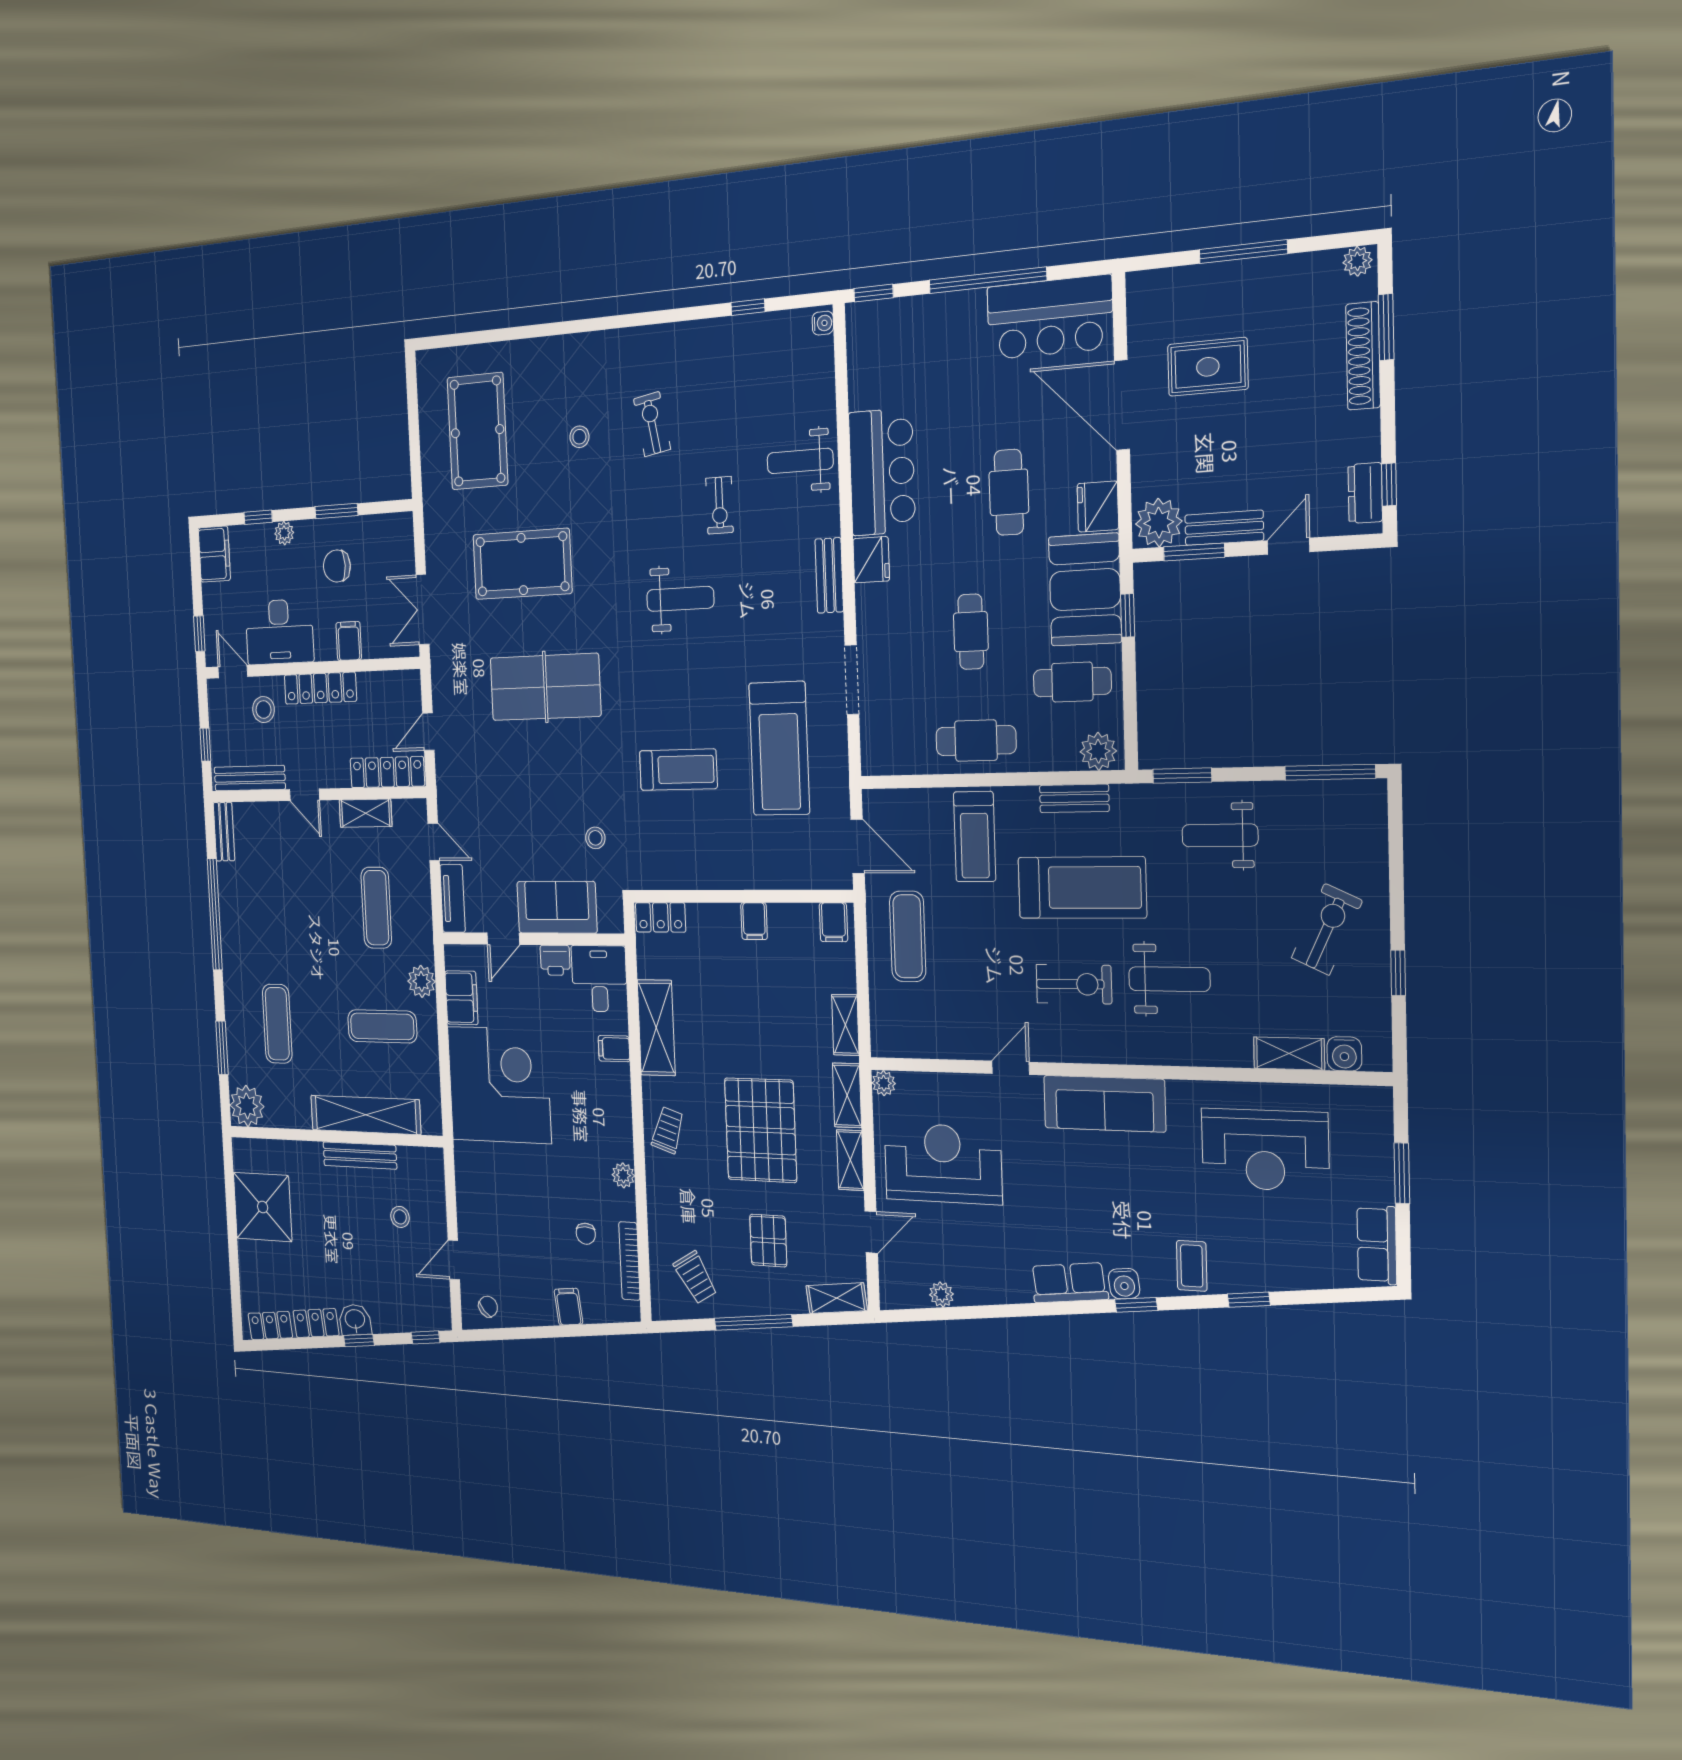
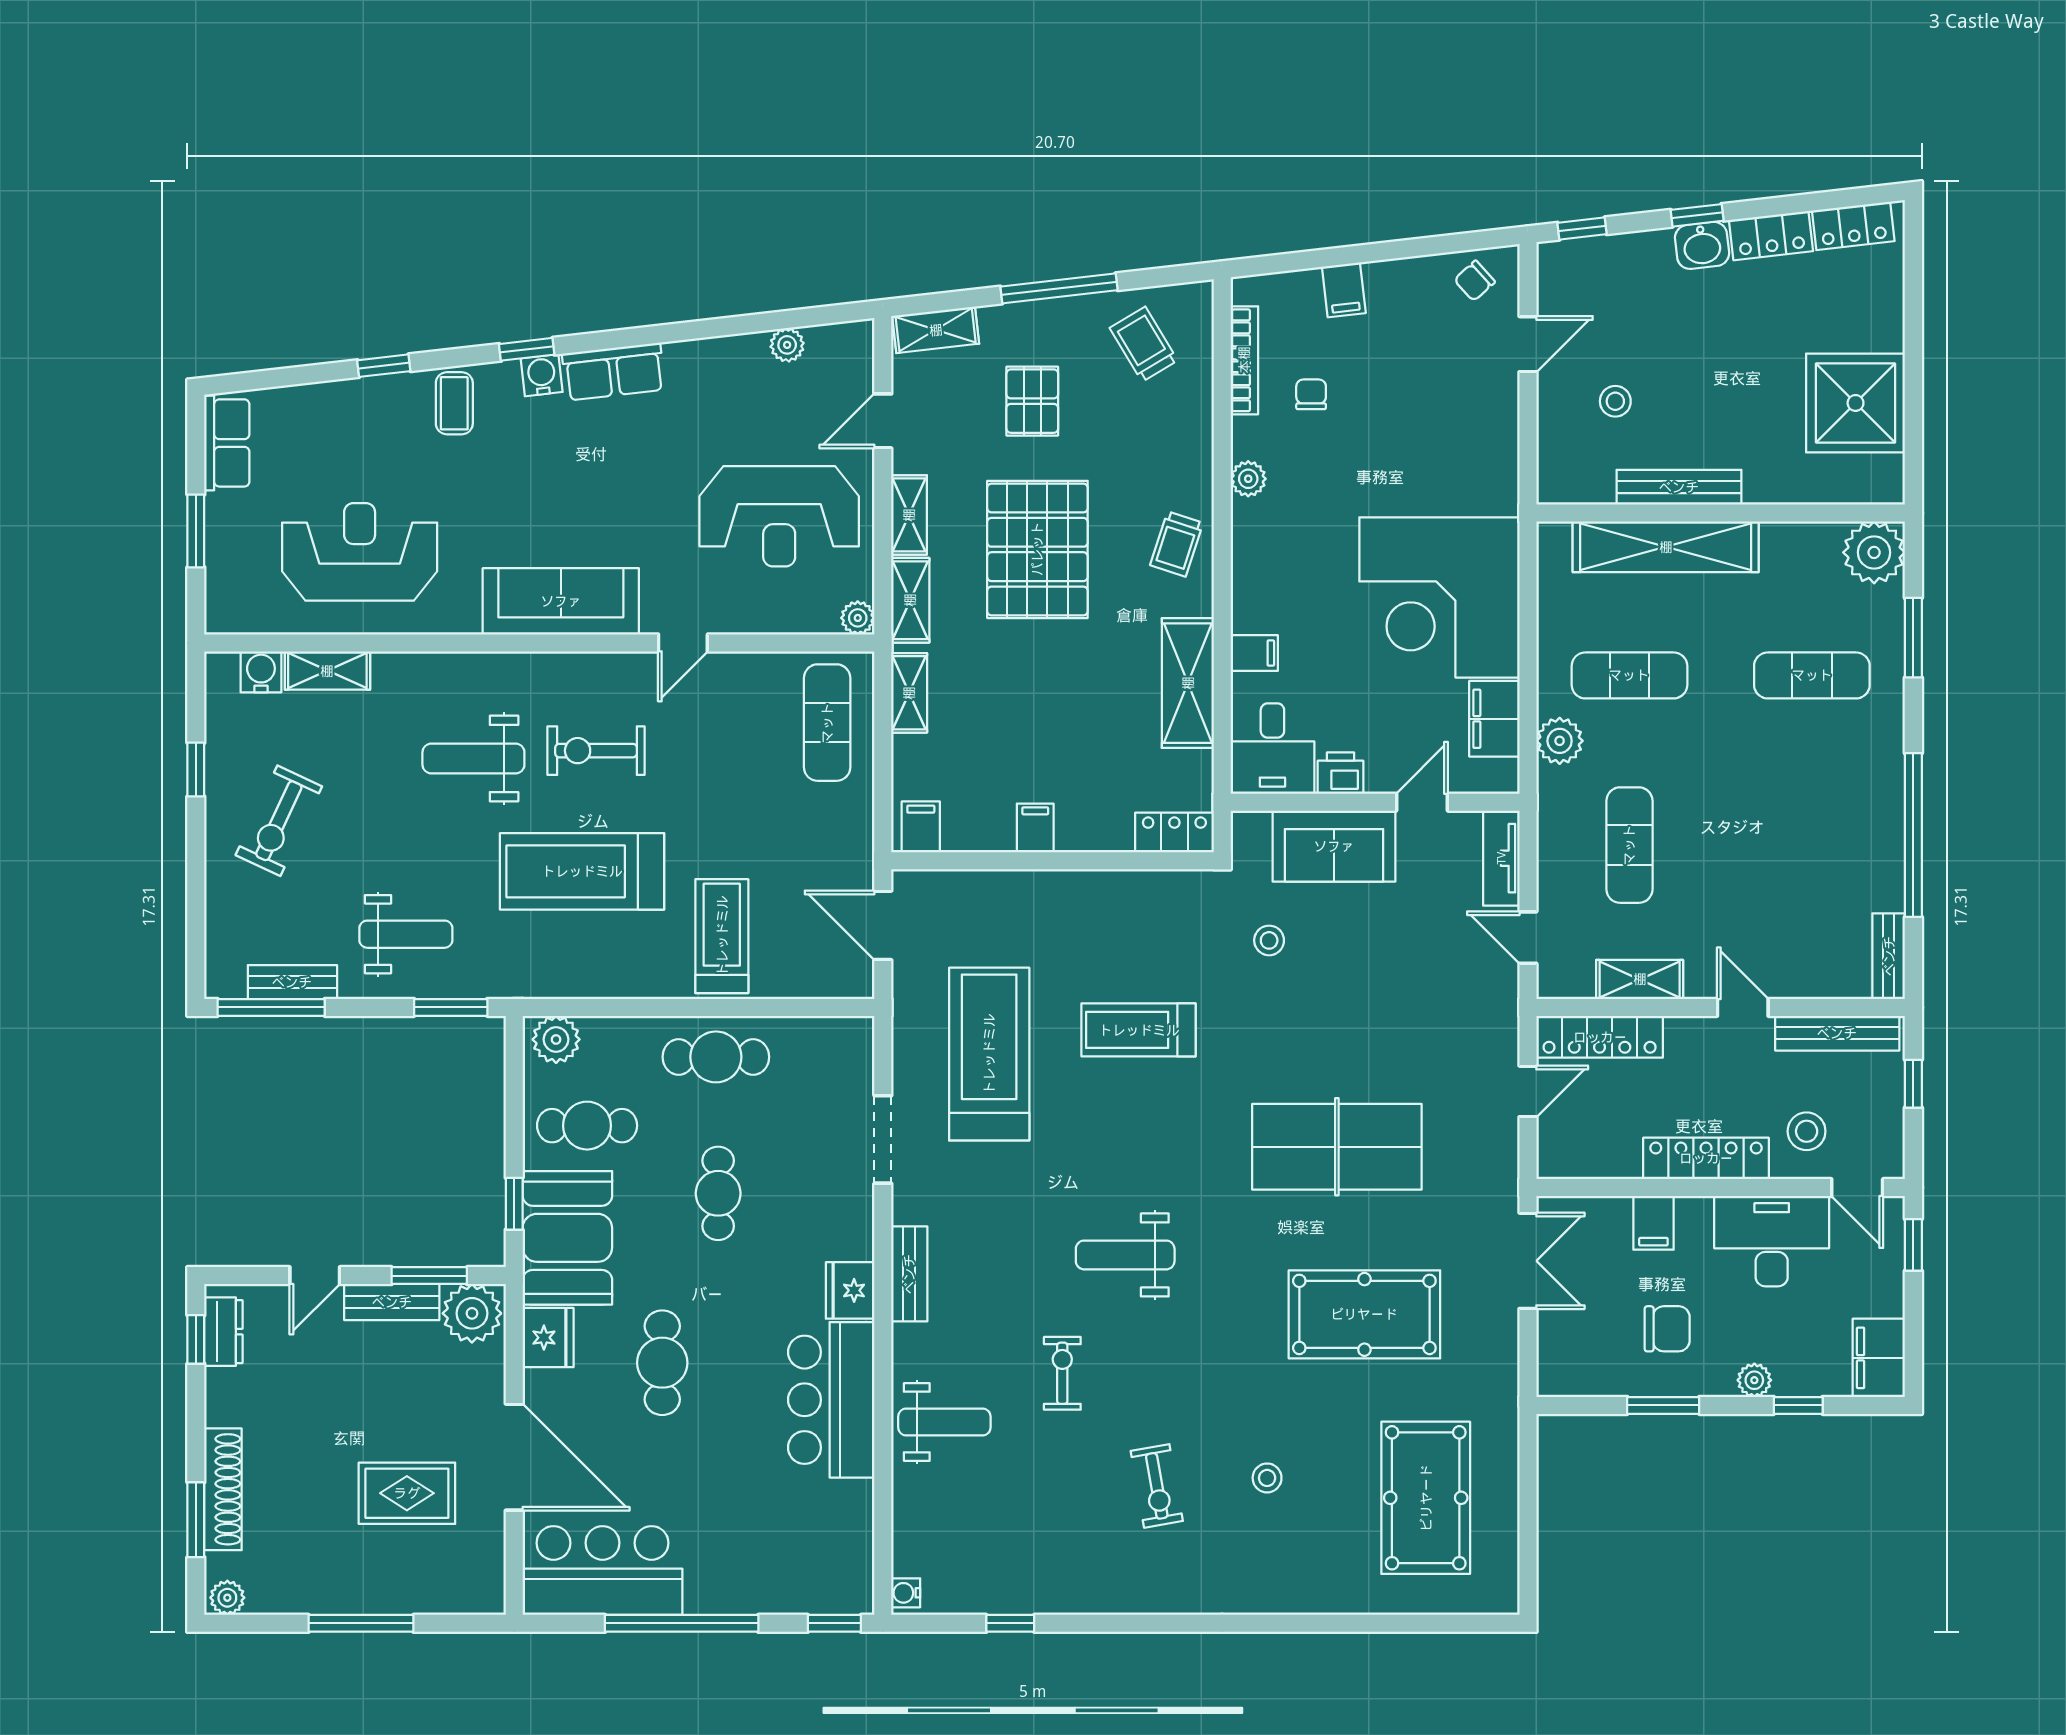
bench: (1074, 798) -> (292, 982), moved
exercise mat: (908, 936) -> (827, 723), moved
exercise mat: (277, 1024) -> (1812, 675), turned 90

